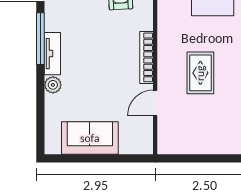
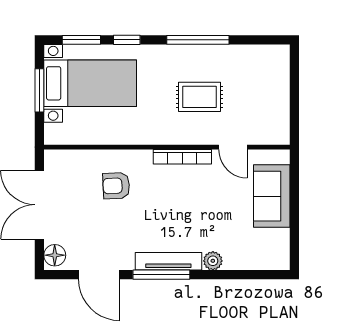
tv unit: (52, 54) -> (168, 261), width x1.41
sofa: (90, 138) -> (272, 196), moved

